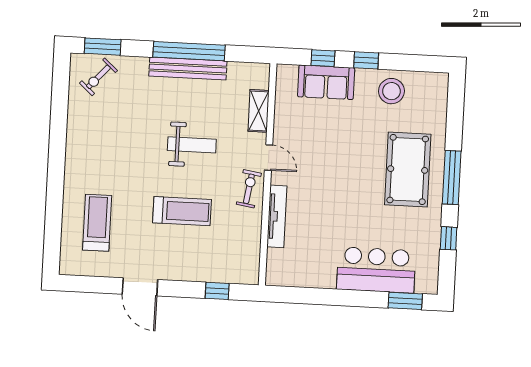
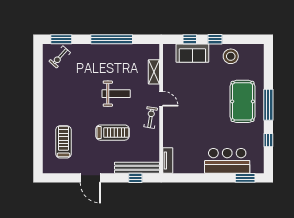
bench: (188, 69) -> (137, 168), moved
tv unit: (277, 216) -> (168, 160), moved, width x0.71

